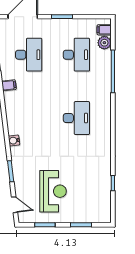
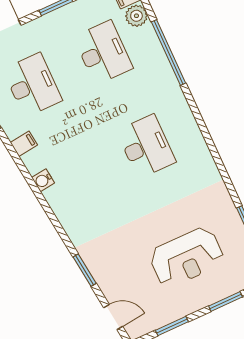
water cooler: (14, 141) -> (43, 180), moved
reception desk: (53, 191) -> (187, 257), moved, turned 90

